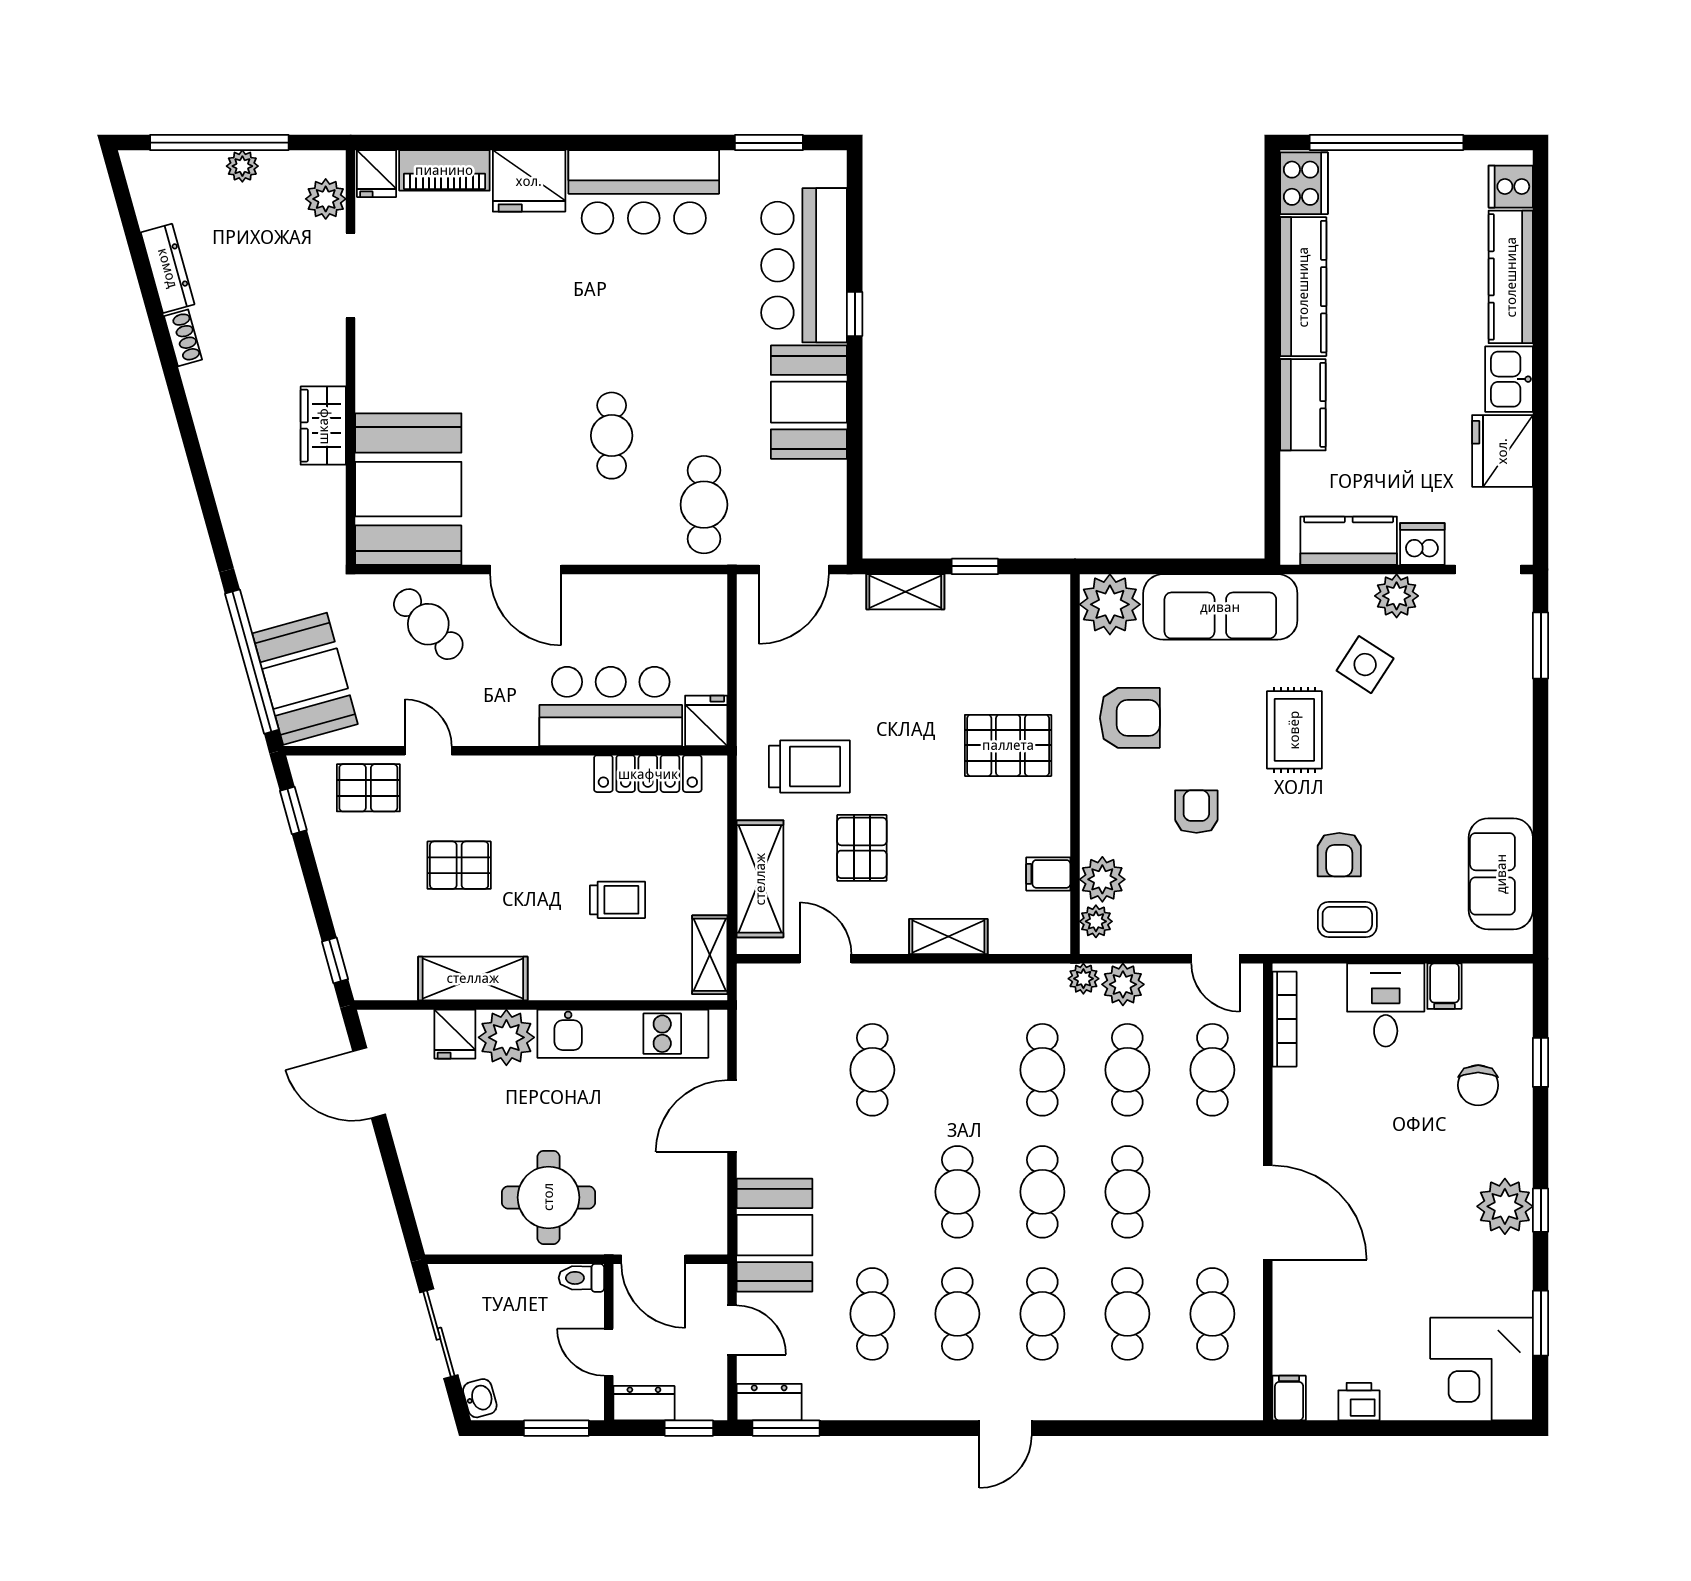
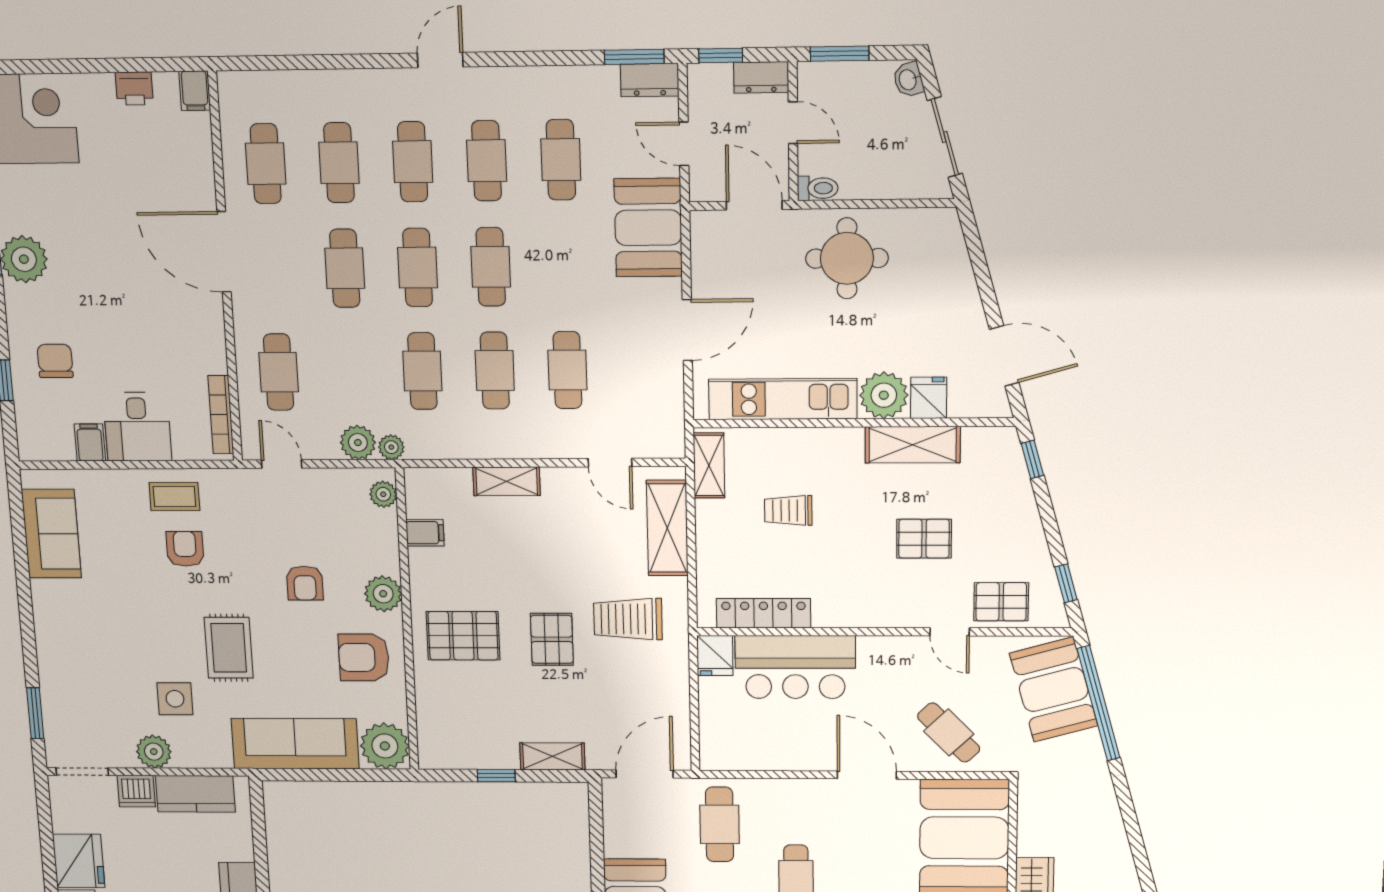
side table: (1365, 665) -> (175, 699), turned -33
pallet: (862, 848) -> (552, 639), moved
plant: (1102, 879) -> (383, 594), moved
cafe table: (1127, 1070) -> (495, 371), moved

